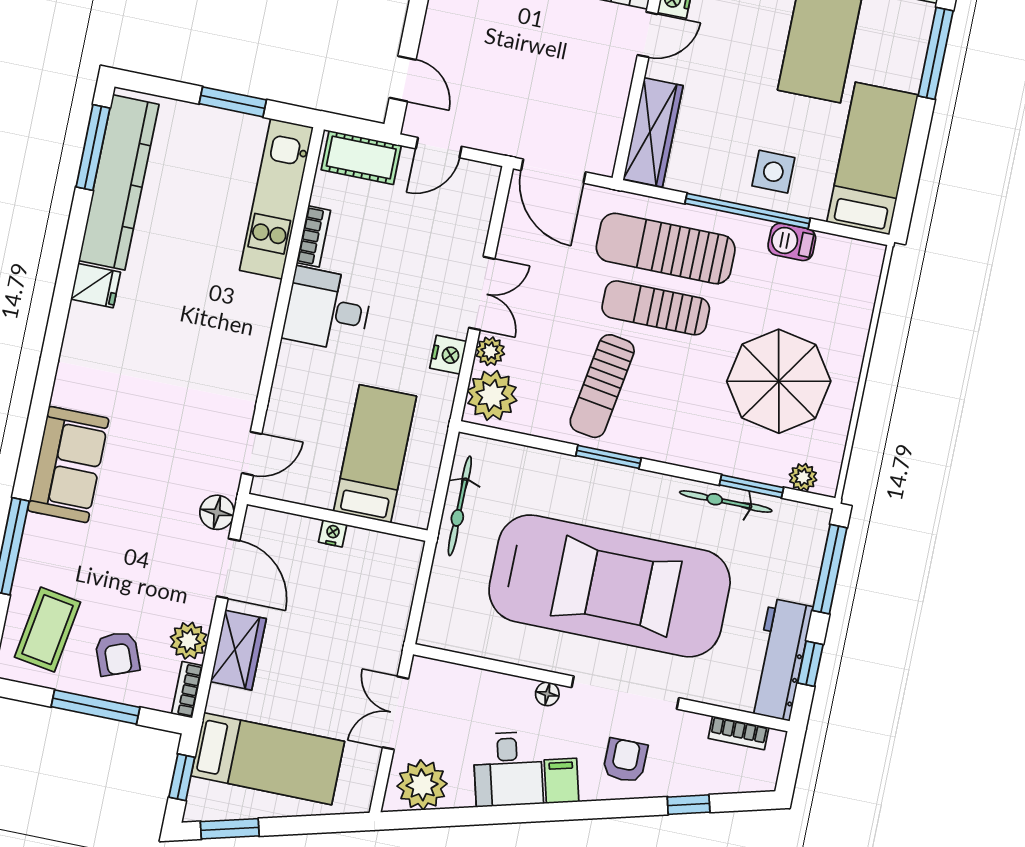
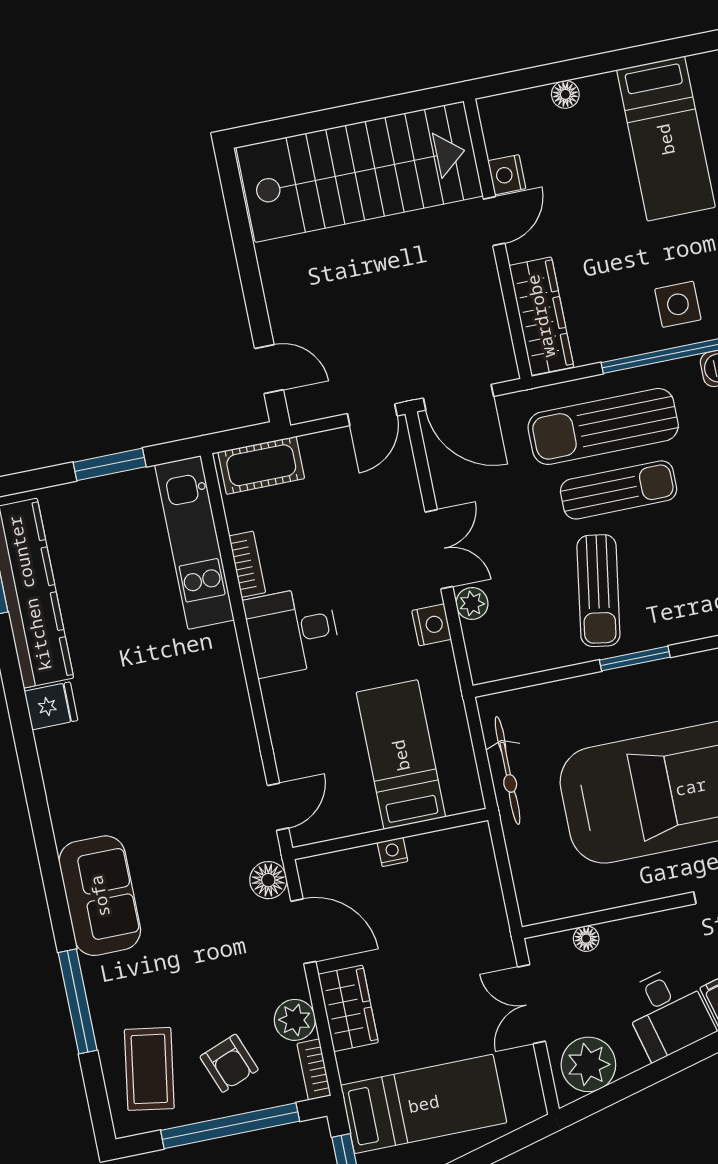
door: (439, 148) -> (372, 415), moved
sun lounger: (656, 308) -> (619, 490), turned 180
plant: (492, 395) -> (493, 647), removed
floor lamp: (547, 694) -> (586, 939), moved
window: (95, 707) -> (230, 1126), width x1.46

